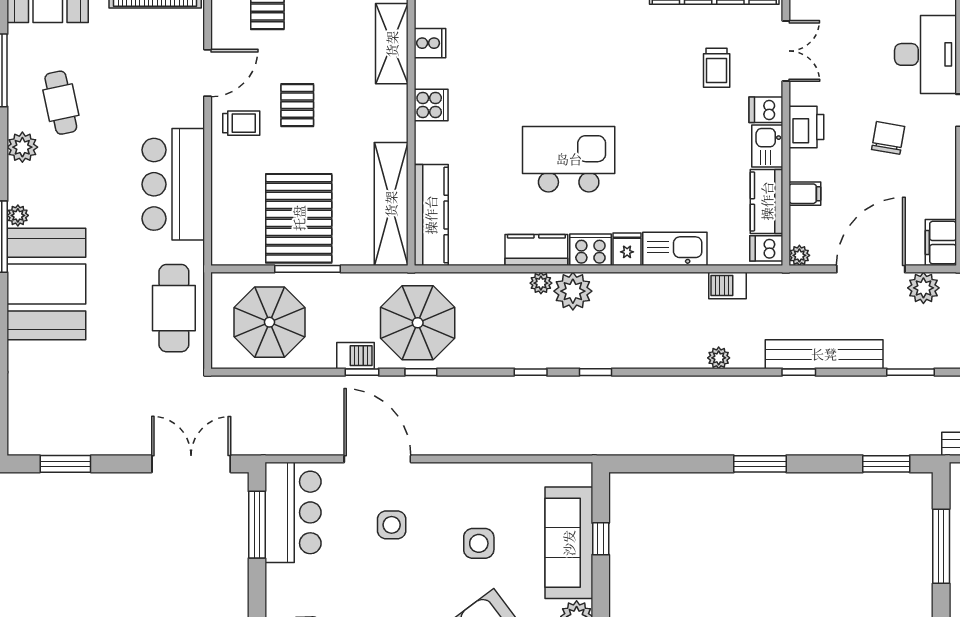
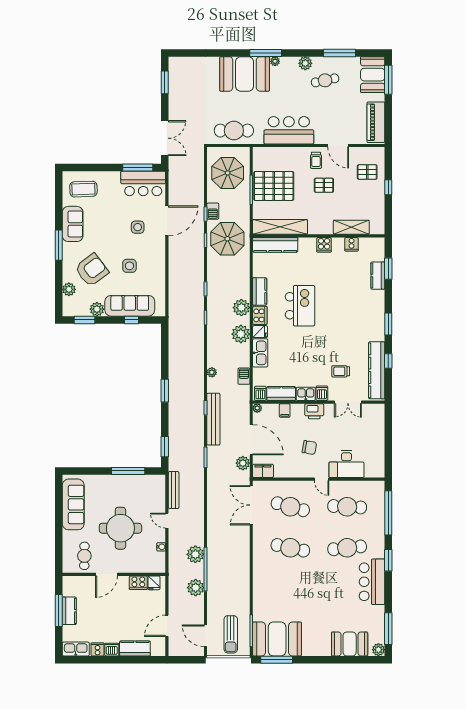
plant: (541, 283) -> (241, 334), moved, width x1.87, depth x1.87

